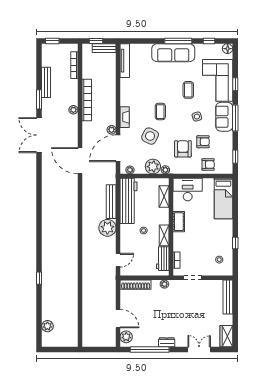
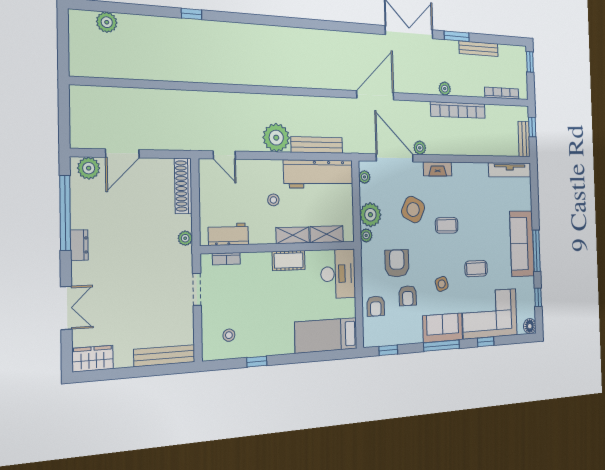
armchair: (183, 149) -> (397, 263), turned -90
shelving: (164, 235) -> (293, 235), moved

